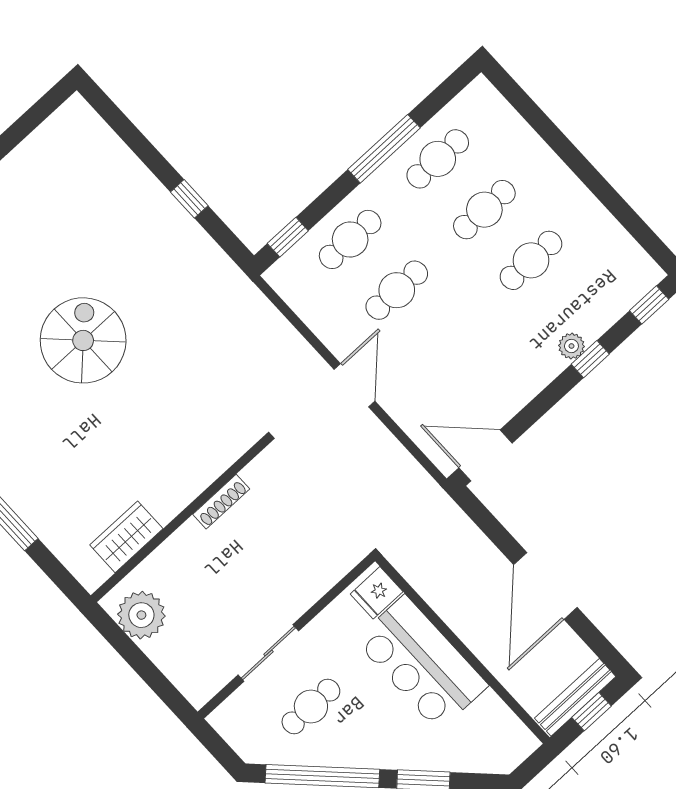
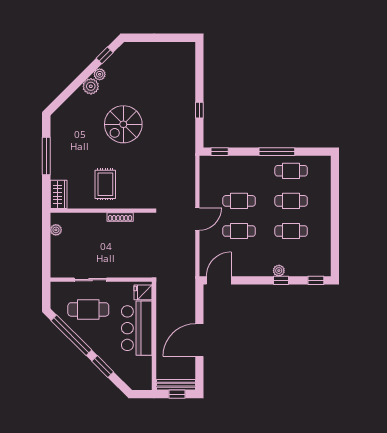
cafe table: (350, 239) -> (239, 231), moved
spiral stairs: (83, 340) -> (123, 124), turned 180
door: (486, 455) -> (219, 280), hinge flipped
rug: (146, 469) -> (105, 184), added
wardrobe: (126, 537) -> (59, 194), moved, turned 90
plant: (141, 615) -> (56, 230), width x0.53, depth x0.53
cafe table: (311, 707) -> (88, 309), width x1.37, depth x1.35

